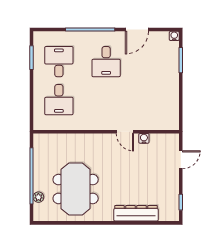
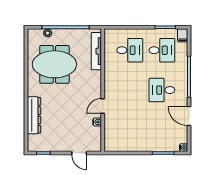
filing cabinet: (41, 37) -> (183, 35), added
desk: (59, 100) -> (130, 50), turned 180
tv unit: (60, 139) -> (96, 51), added

